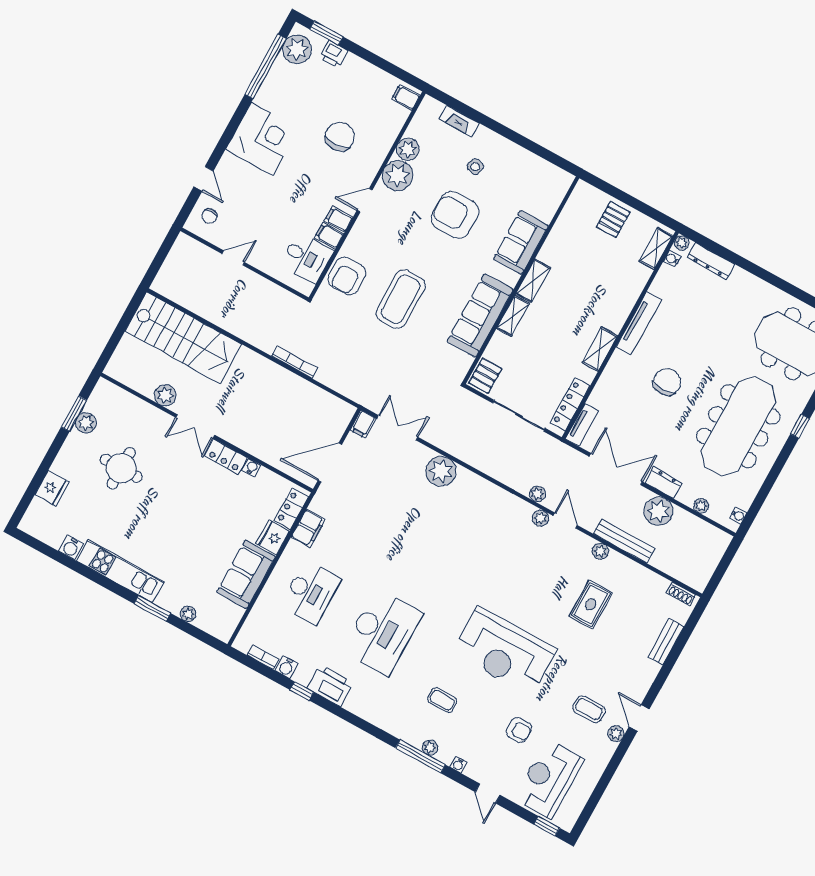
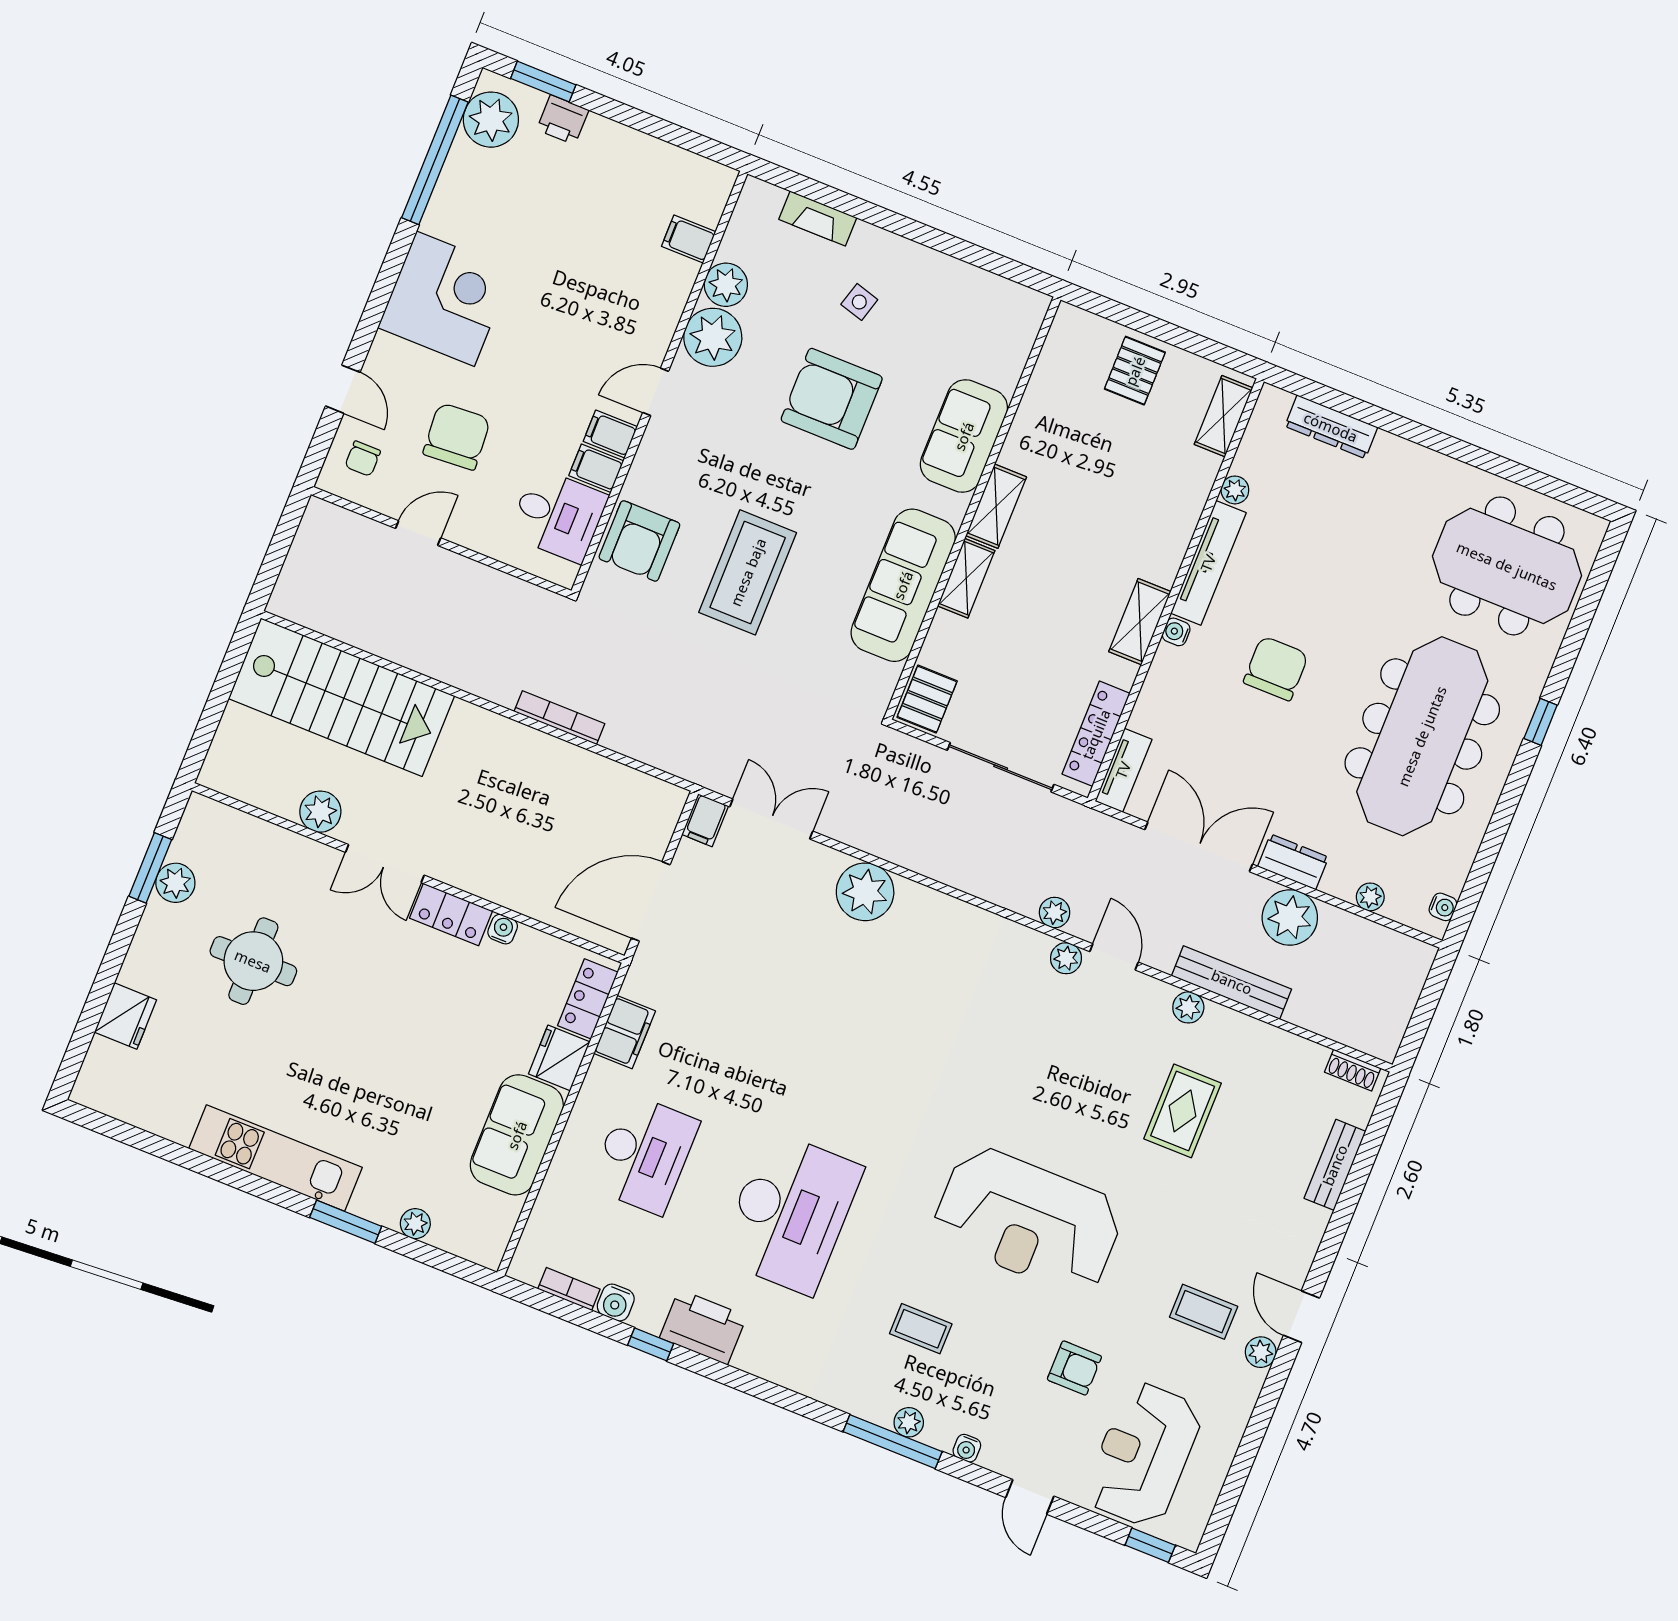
filing cabinet: (406, 97) -> (689, 239), moved
chair: (340, 136) -> (457, 436), moved
plant: (682, 243) -> (1235, 490), moved
water cooler: (672, 259) -> (1176, 632), moved
water cooler: (71, 547) -> (176, 1124), removed

